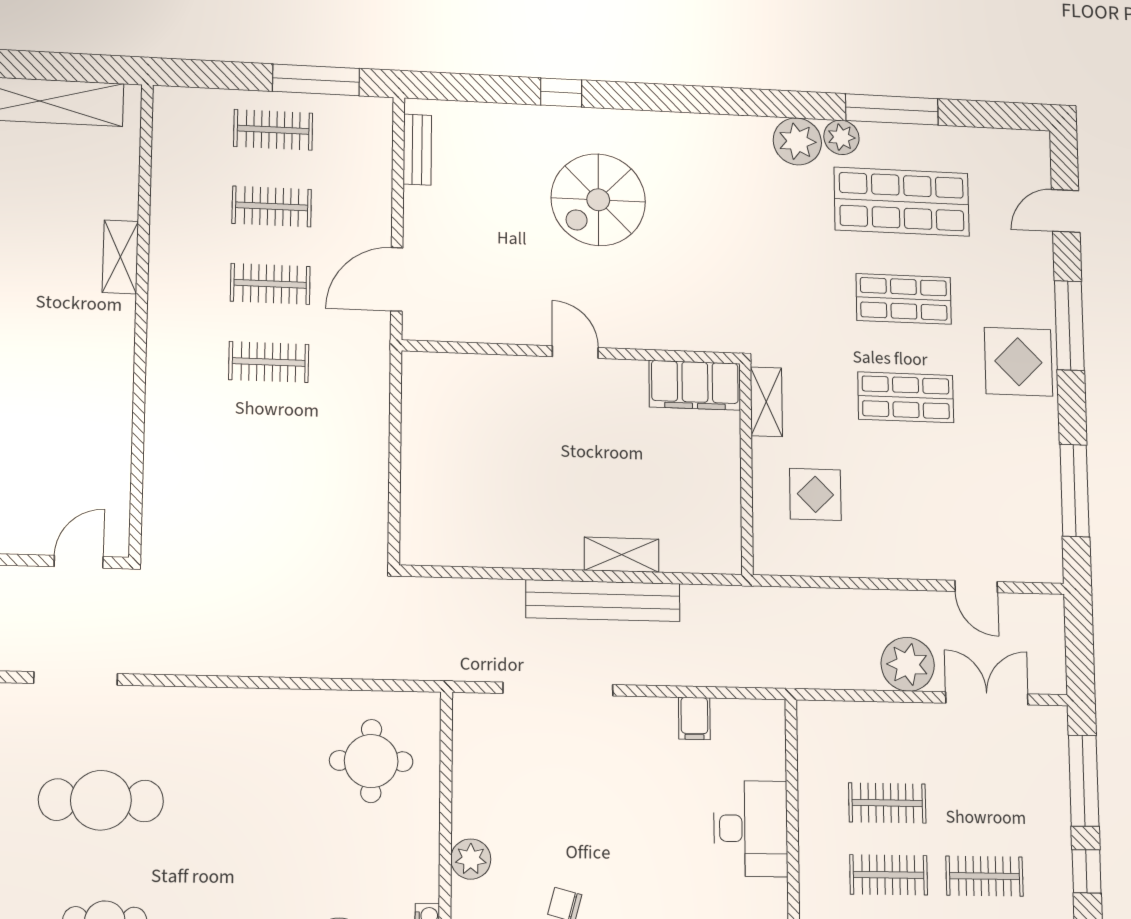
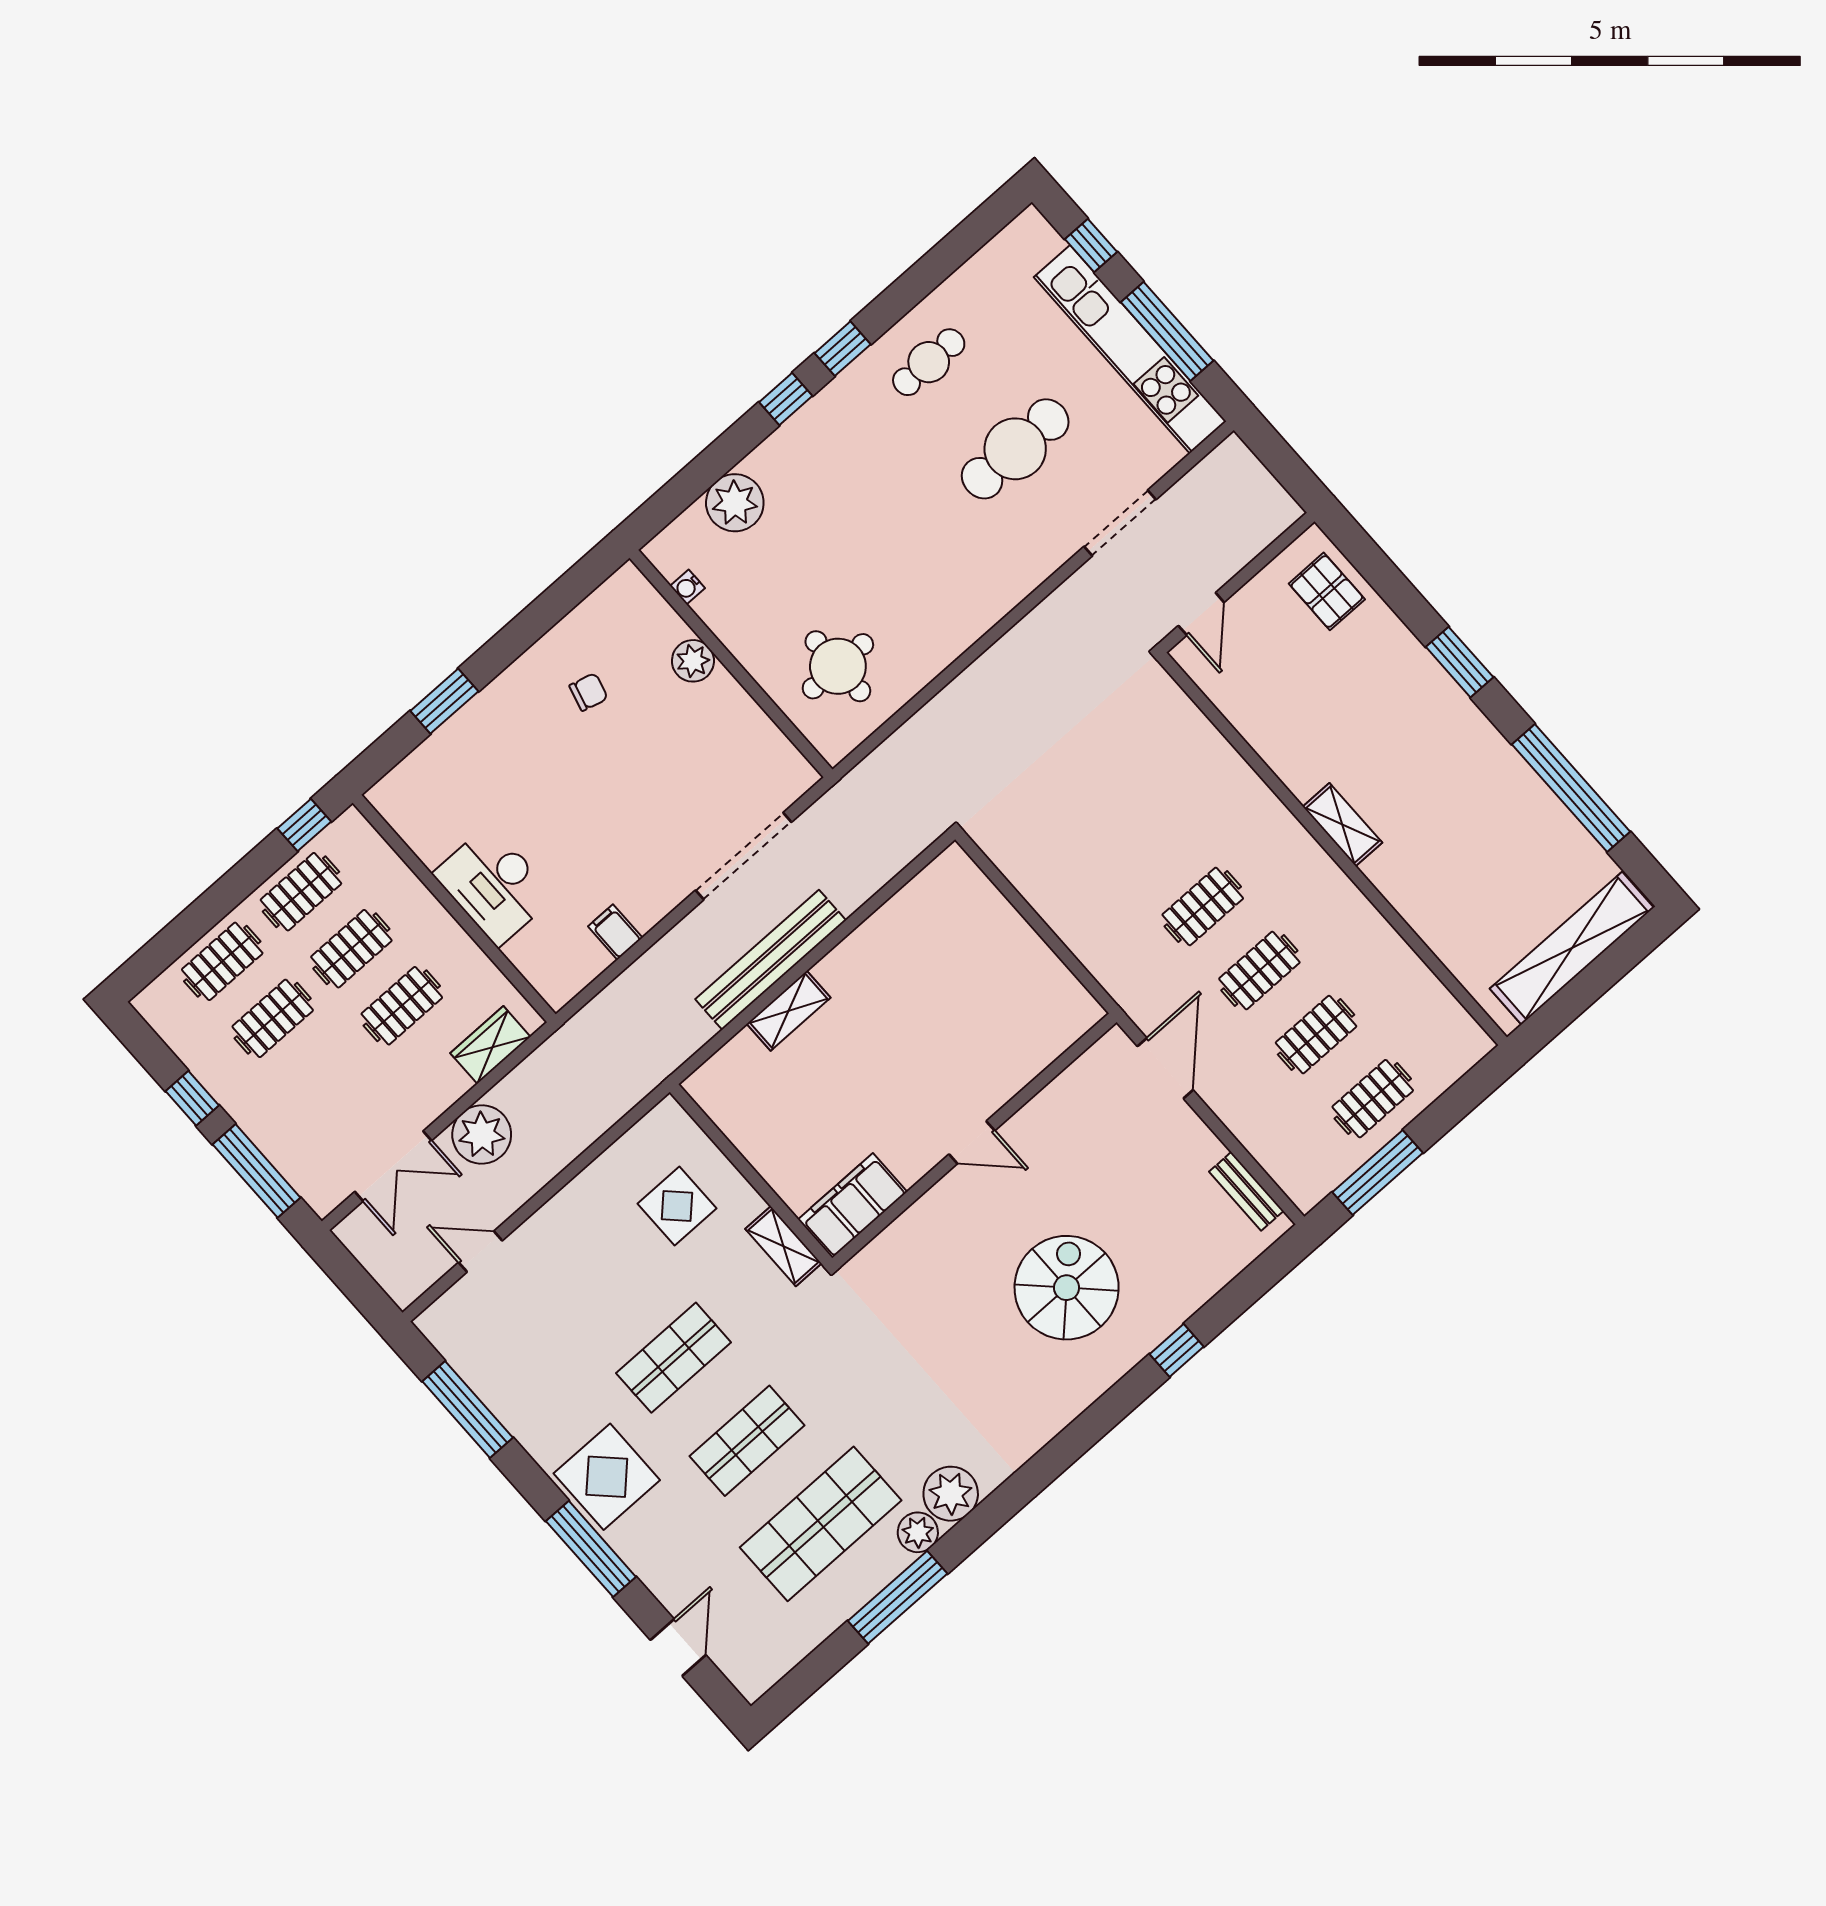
shelving: (120, 257) -> (1342, 825), moved
wardrobe: (849, 720) -> (490, 1045), added

